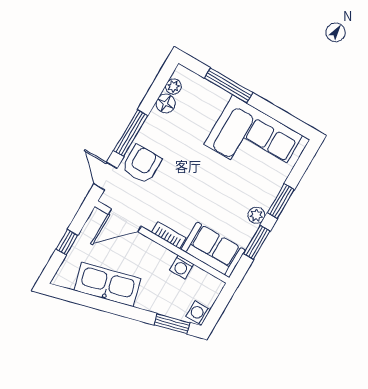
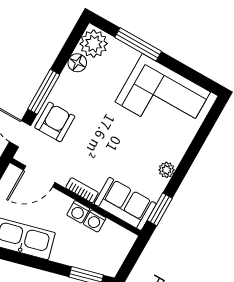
plant: (173, 87) -> (94, 44), width x1.88, depth x1.88
window: (281, 201) -> (190, 156), removed
window: (257, 242) -> (160, 209), moved
washing machine: (198, 313) -> (78, 212), moved, turned -90

